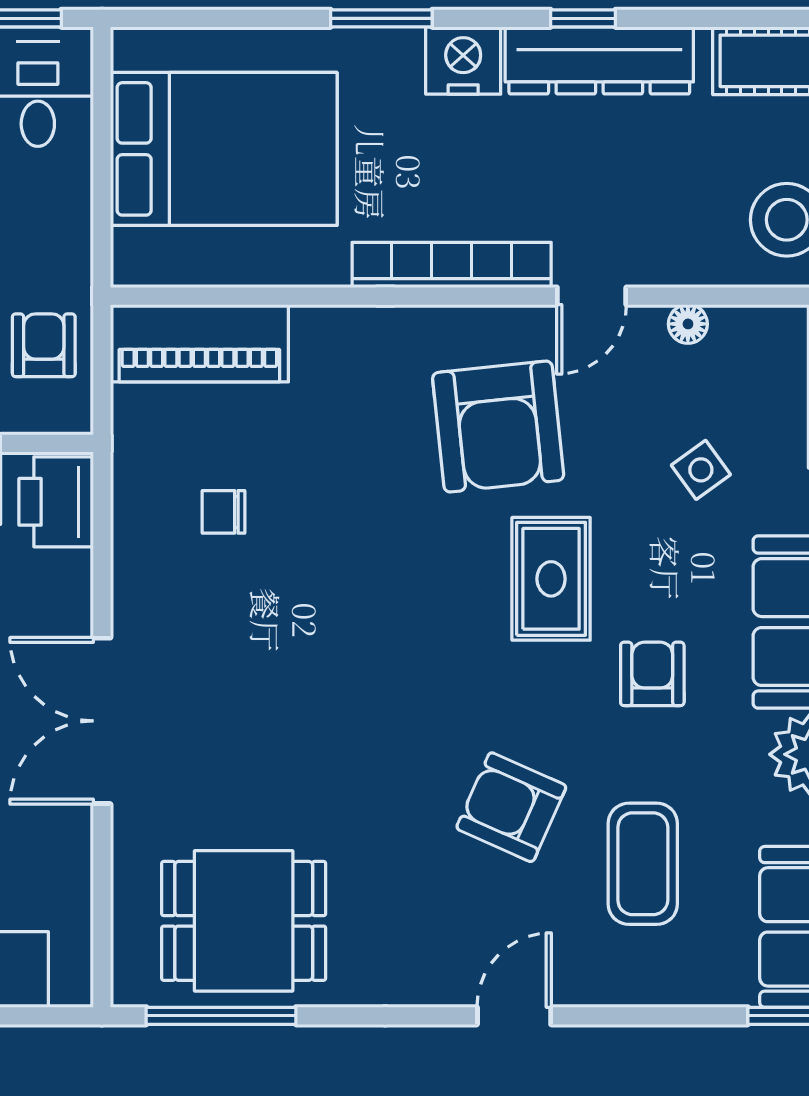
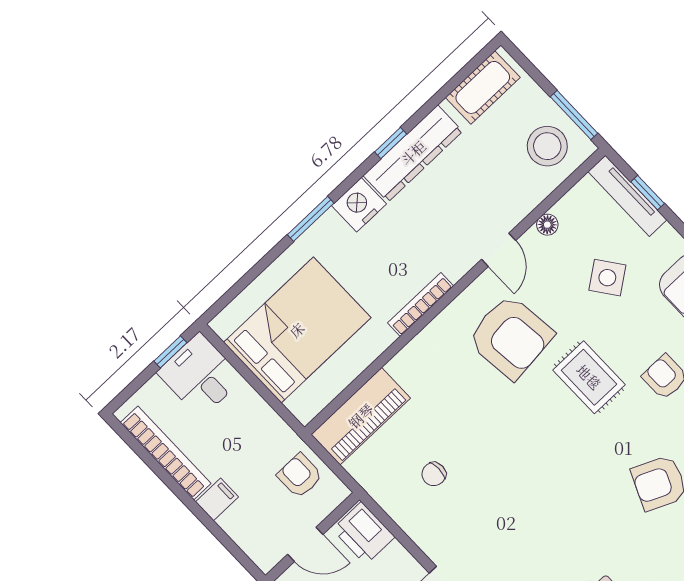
bookcase: (452, 265) -> (421, 304), width x0.68, depth x0.76
side table: (701, 470) -> (607, 278), width x1.37, depth x1.37

